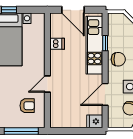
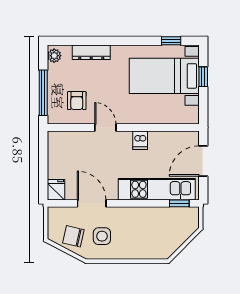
window: (105, 43) -> (179, 203), moved
dishwasher: (57, 44) -> (140, 140), moved
chair: (118, 59) -> (138, 221), removed

